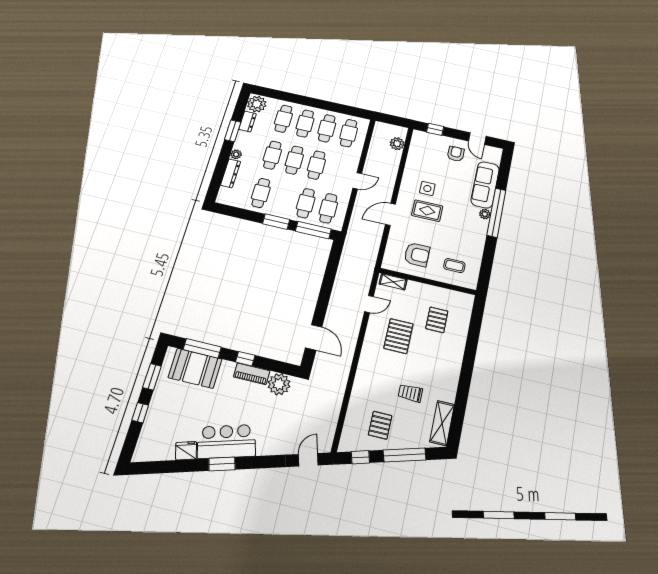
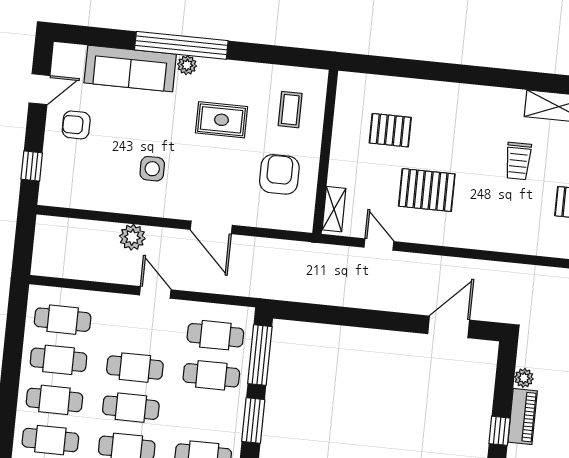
plant: (397, 144) -> (132, 237), moved
rug: (427, 211) -> (222, 120), moved, turned 90
plant: (279, 384) -> (524, 378), width x0.53, depth x0.53

